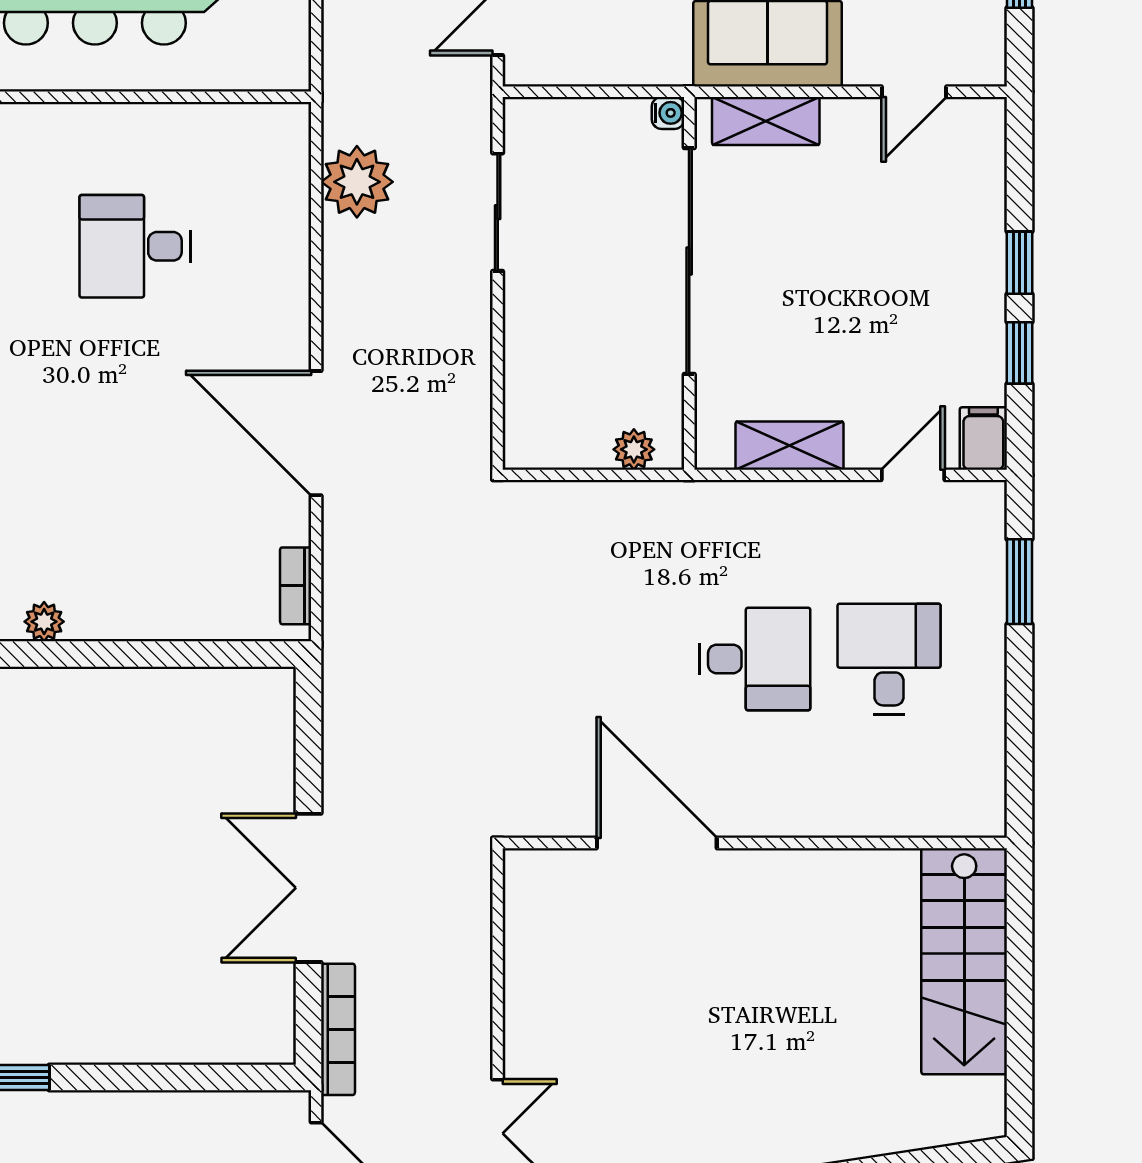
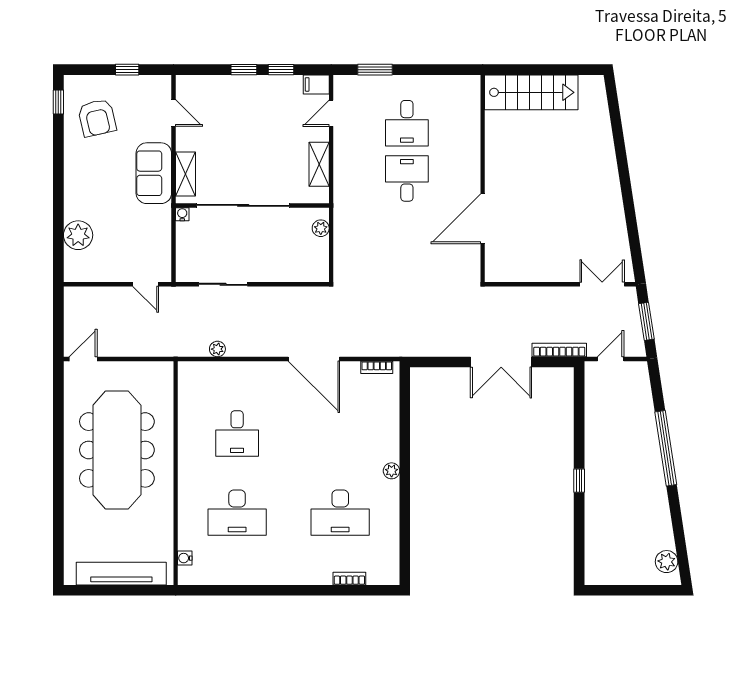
plant: (357, 182) -> (217, 349), width x0.53, depth x0.53
door: (316, 433) -> (314, 359), hinge flipped
door: (913, 475) -> (331, 113), hinge flipped
desk: (889, 659) -> (407, 123), turned -90

